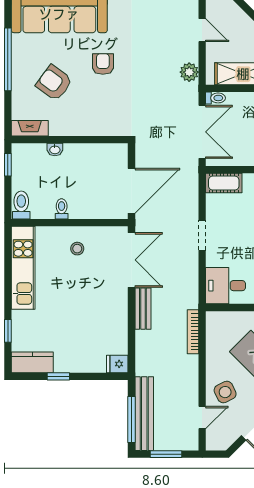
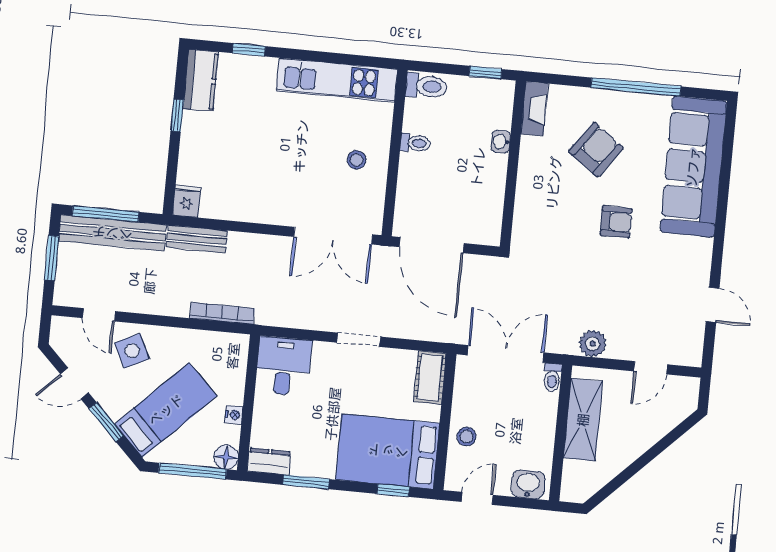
double door: (202, 132) -> (506, 354), swing flipped
bench: (143, 309) -> (197, 239), moved

